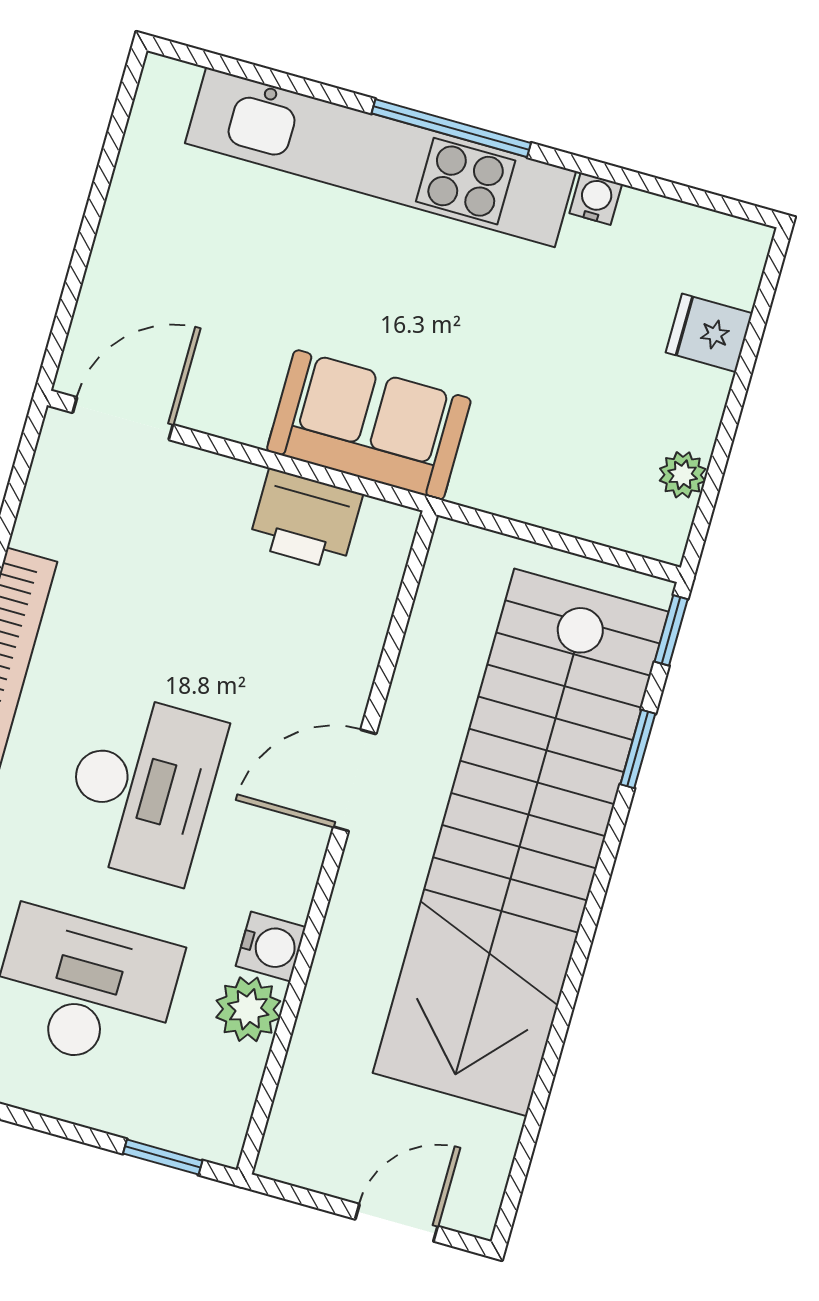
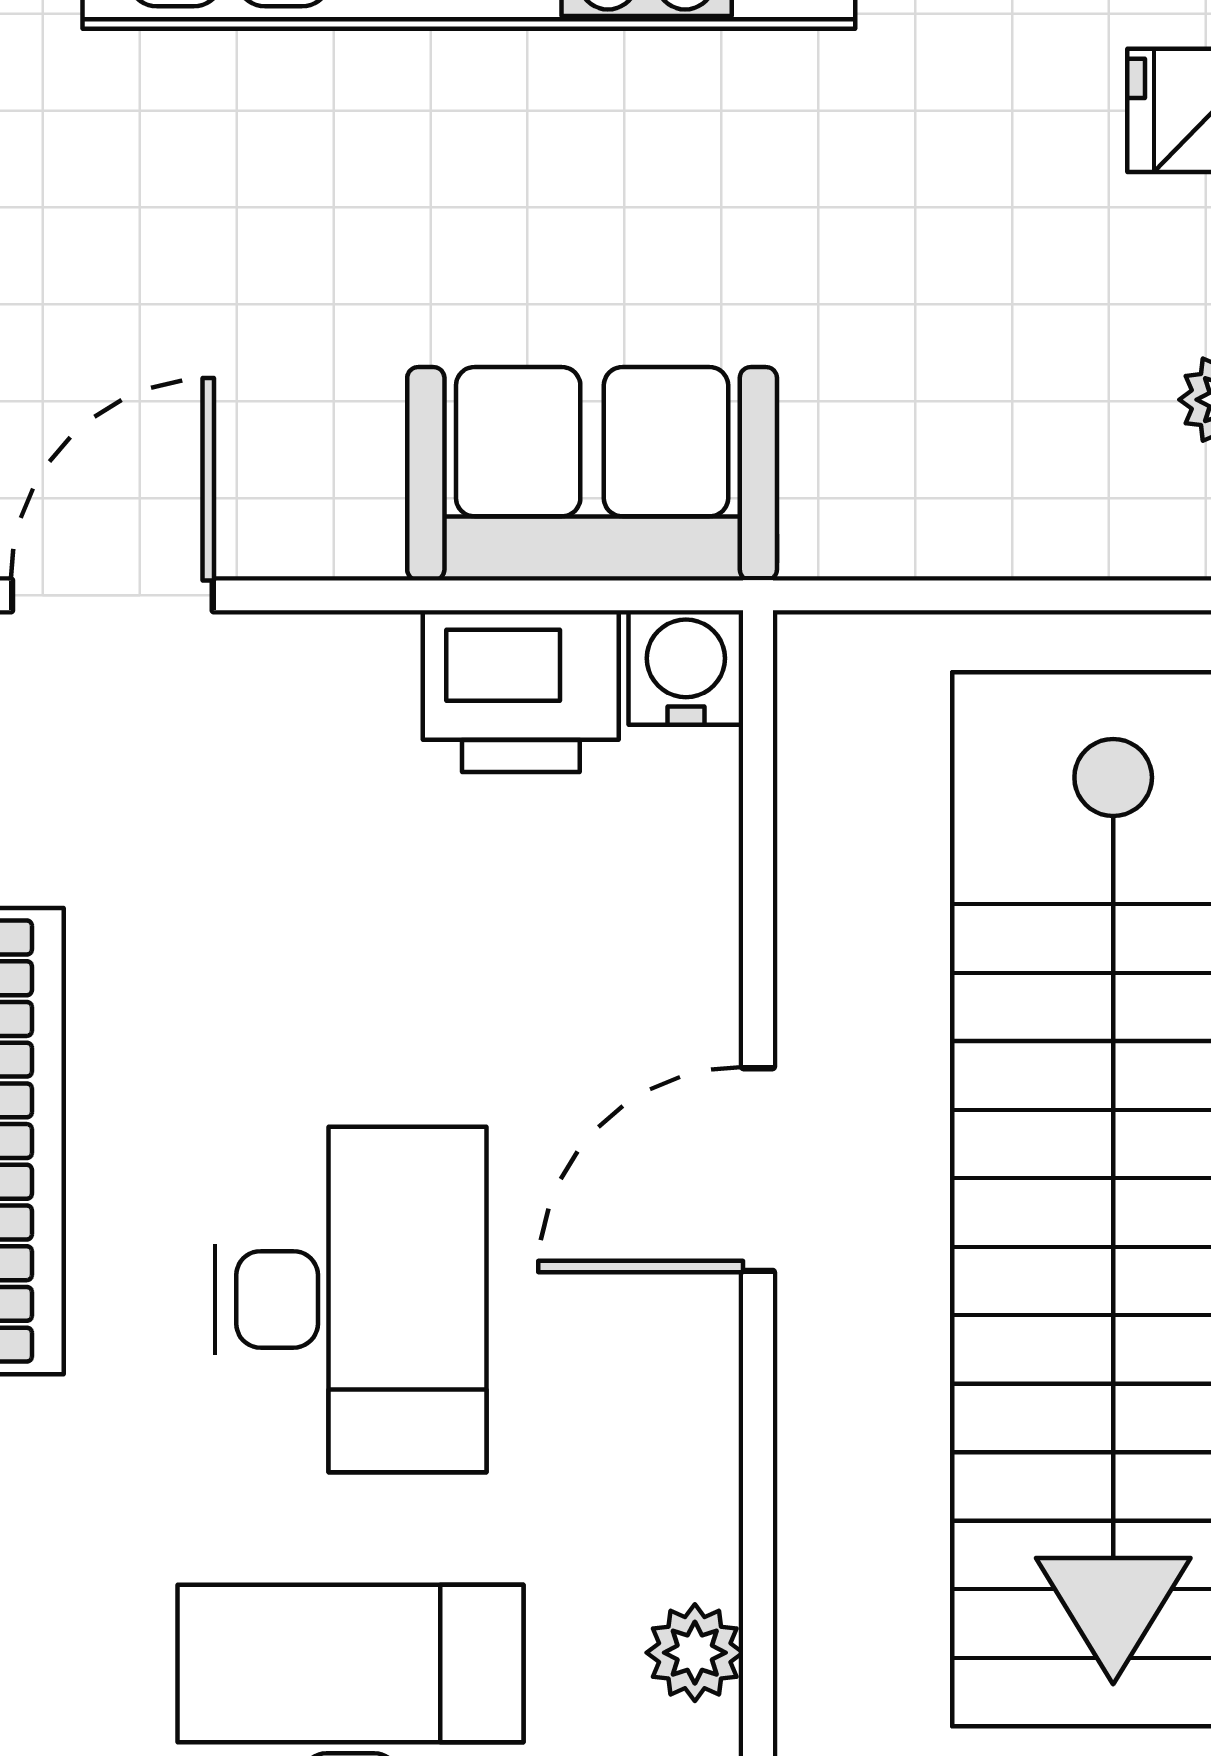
water cooler: (271, 946) -> (686, 668), moved, turned -90
plant: (248, 1009) -> (695, 1653), width x0.73, depth x0.73

